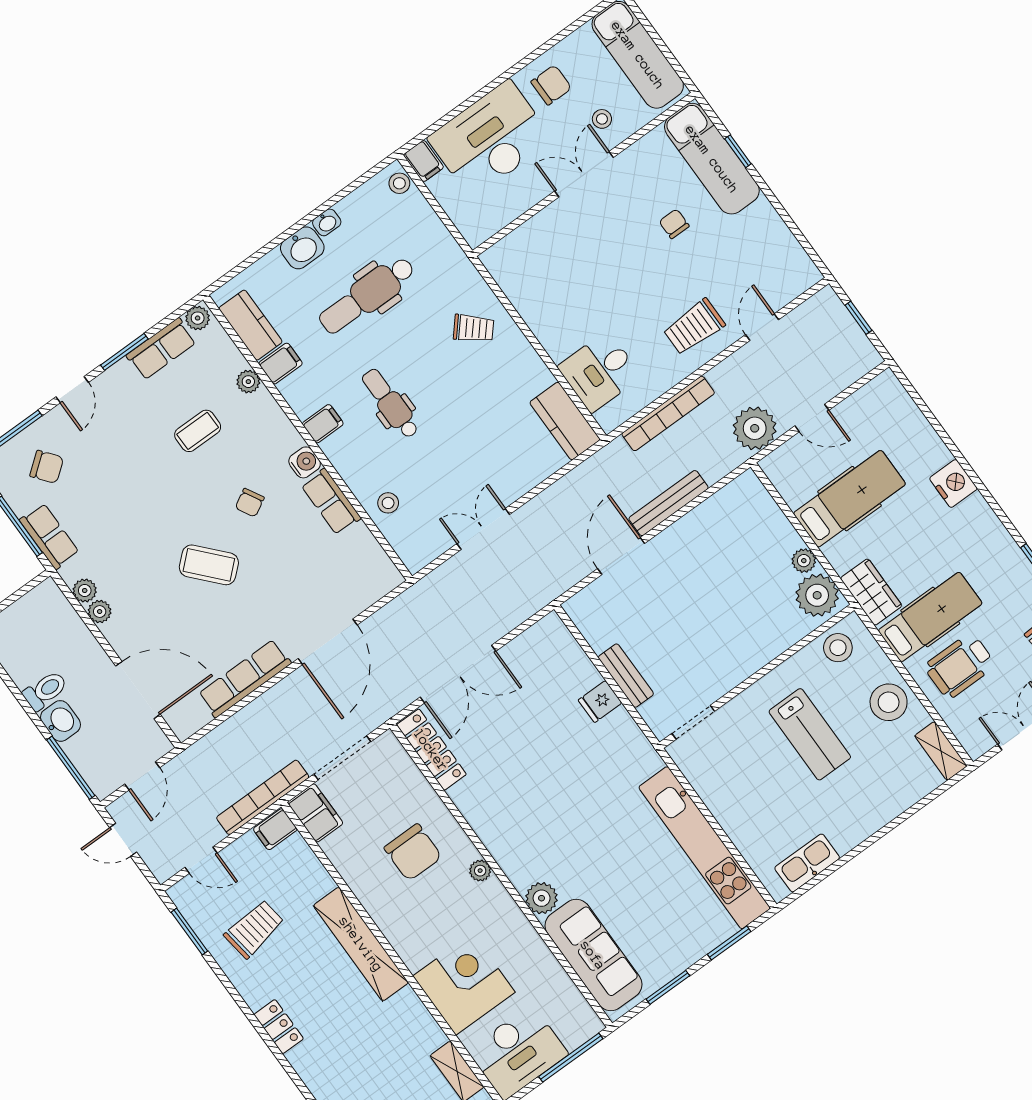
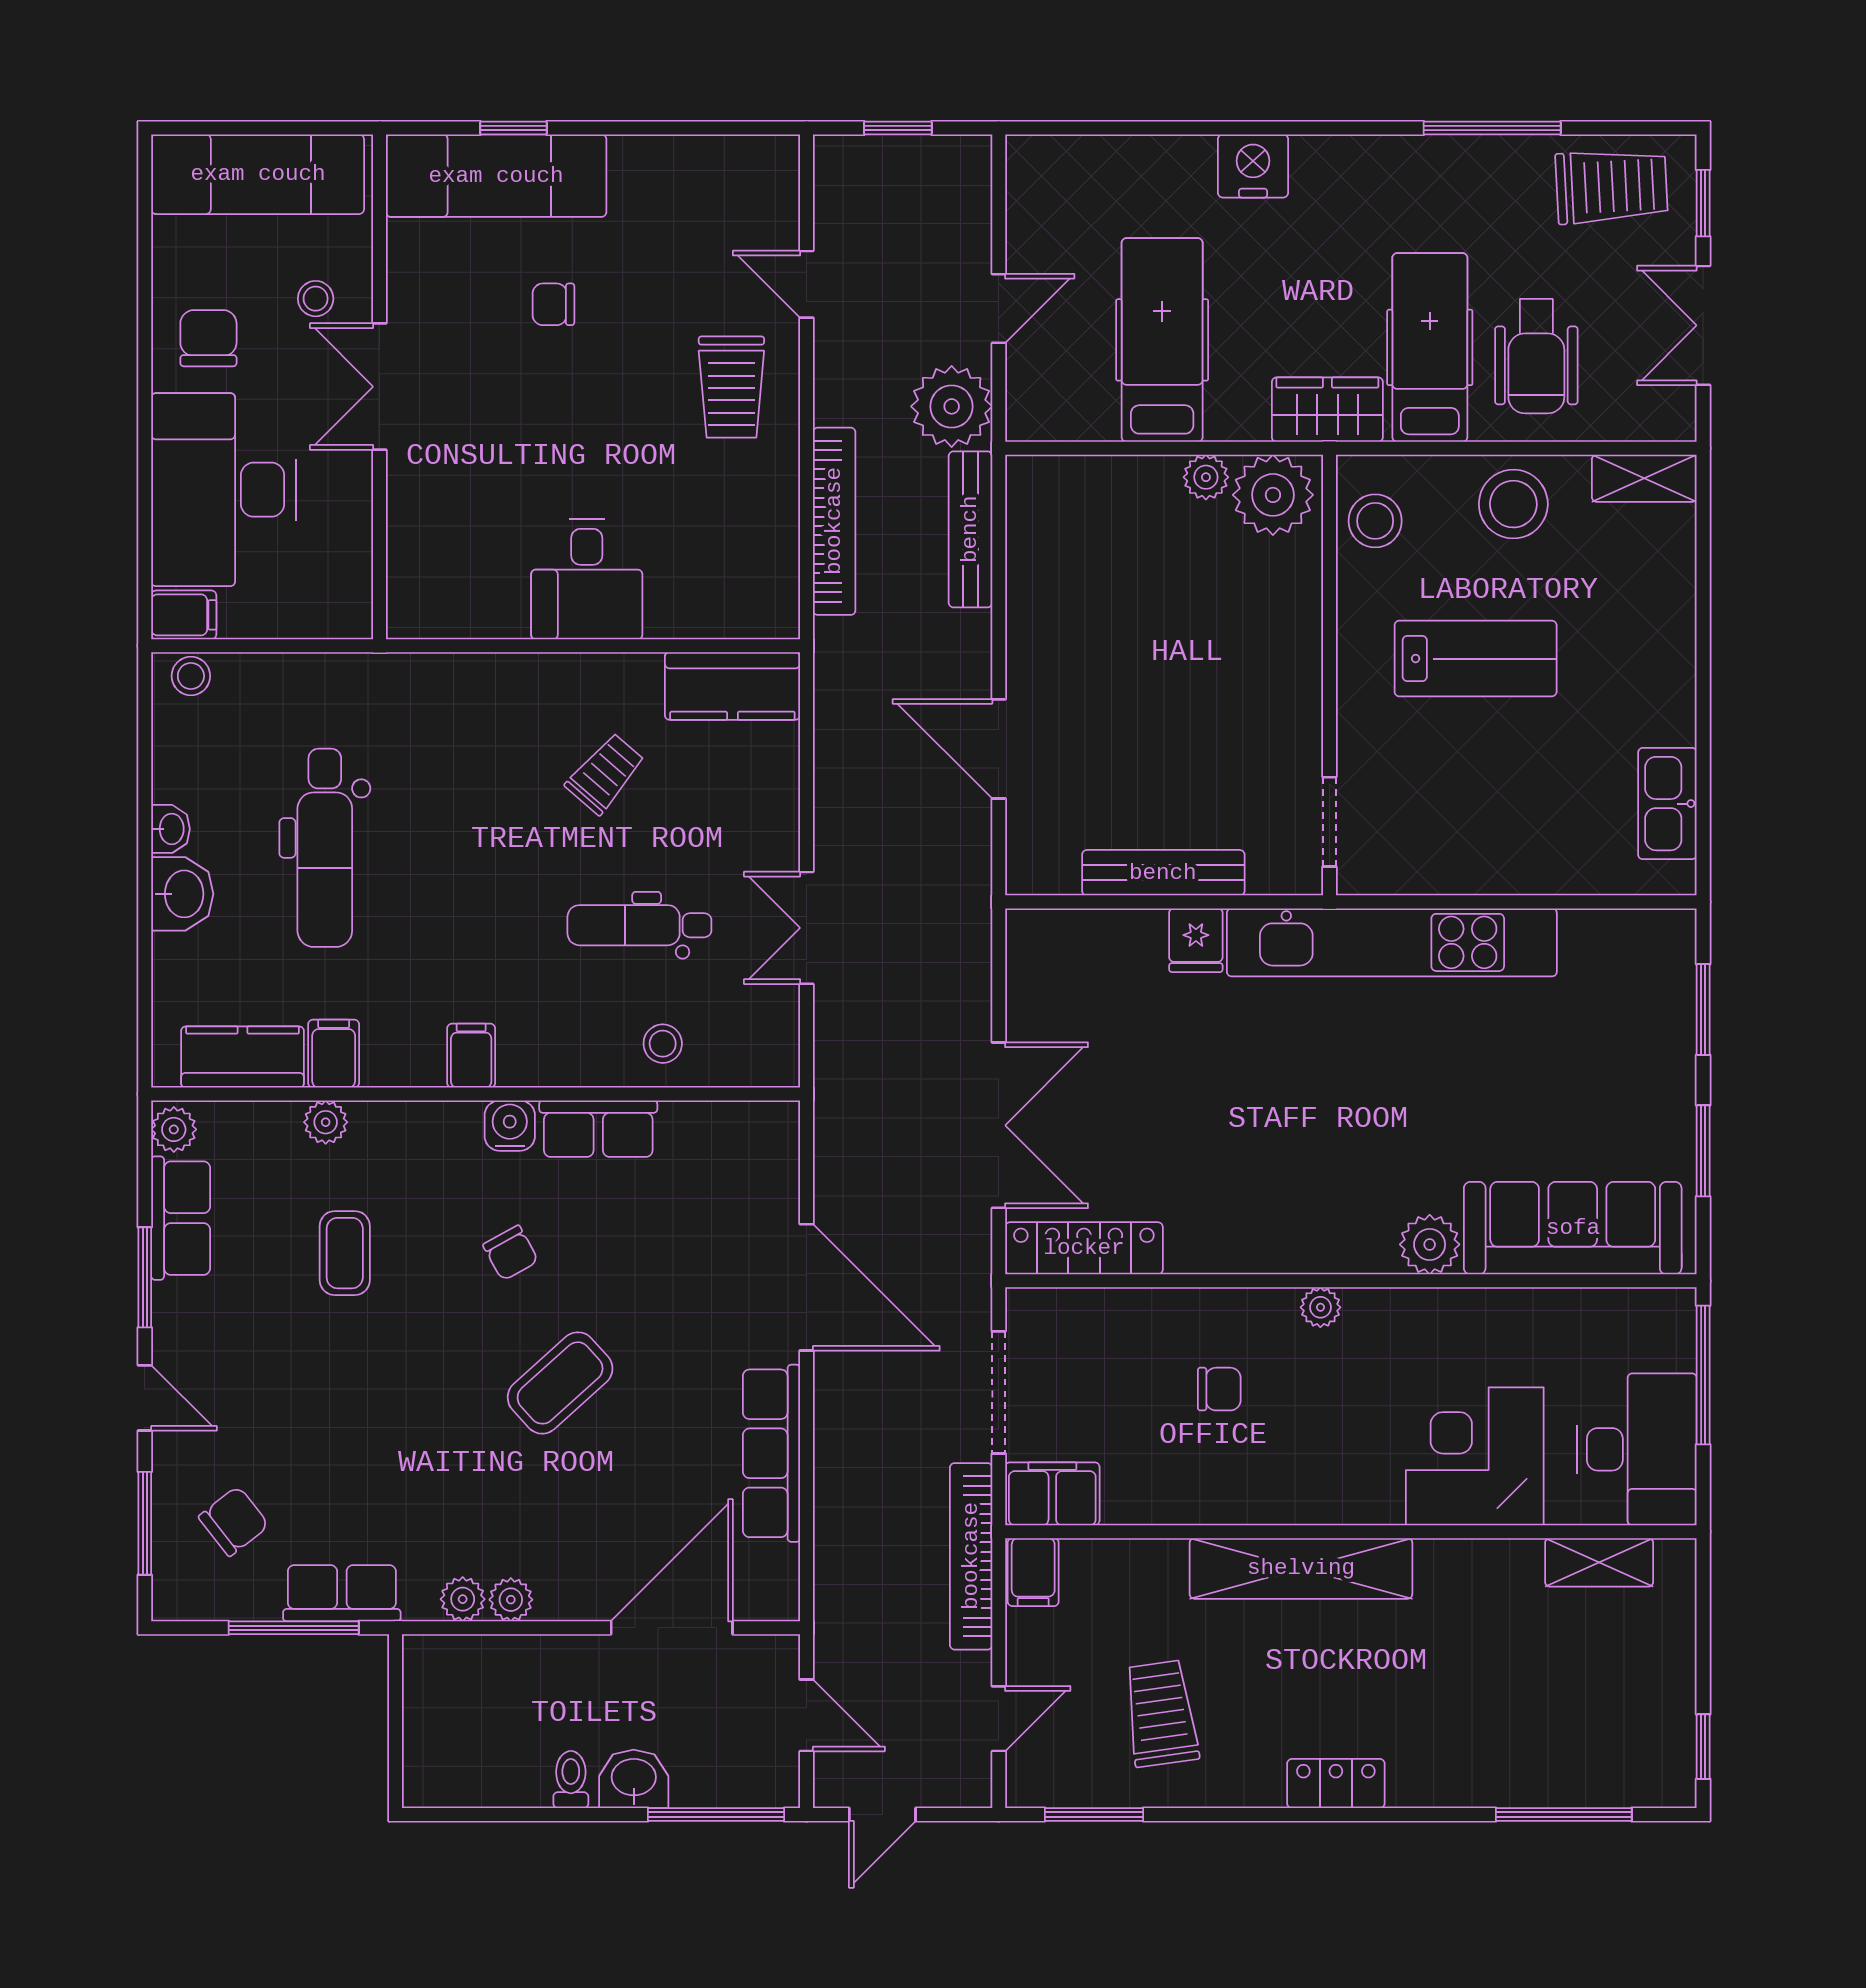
trolley: (474, 328) -> (605, 774), moved
desk: (600, 372) -> (587, 579), moved
dental chair: (390, 403) -> (639, 925), moved
bench: (669, 503) -> (970, 529), moved
bench: (626, 676) -> (1163, 873), width x1.36
toilet: (45, 690) -> (571, 1780), width x0.73, depth x0.72
kitchen unit: (704, 848) -> (1392, 942), moved
chair: (413, 852) -> (1219, 1389), width x0.54, depth x0.54

